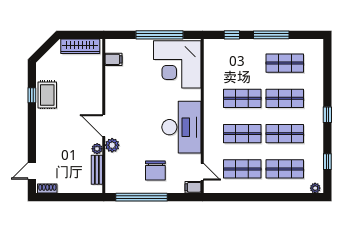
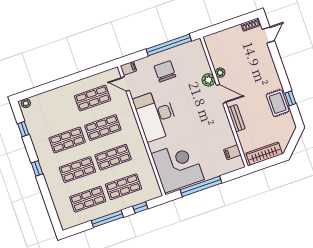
shop shelf: (285, 169) -> (123, 187), moved
bench: (97, 170) -> (236, 118), moved

